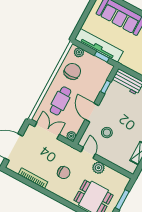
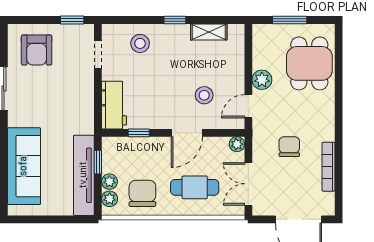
plant: (88, 57) -> (109, 182), added
chair: (72, 71) -> (142, 193), turned 90
chair: (64, 173) -> (289, 147), moved

